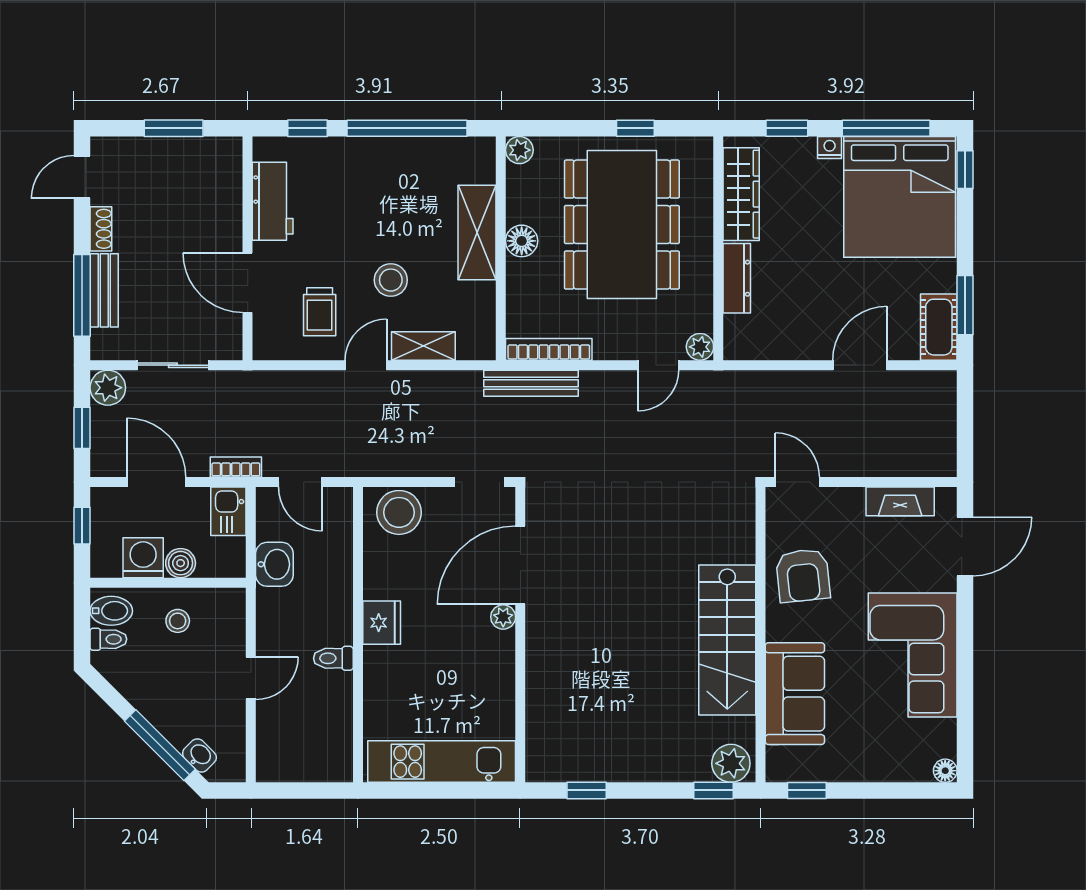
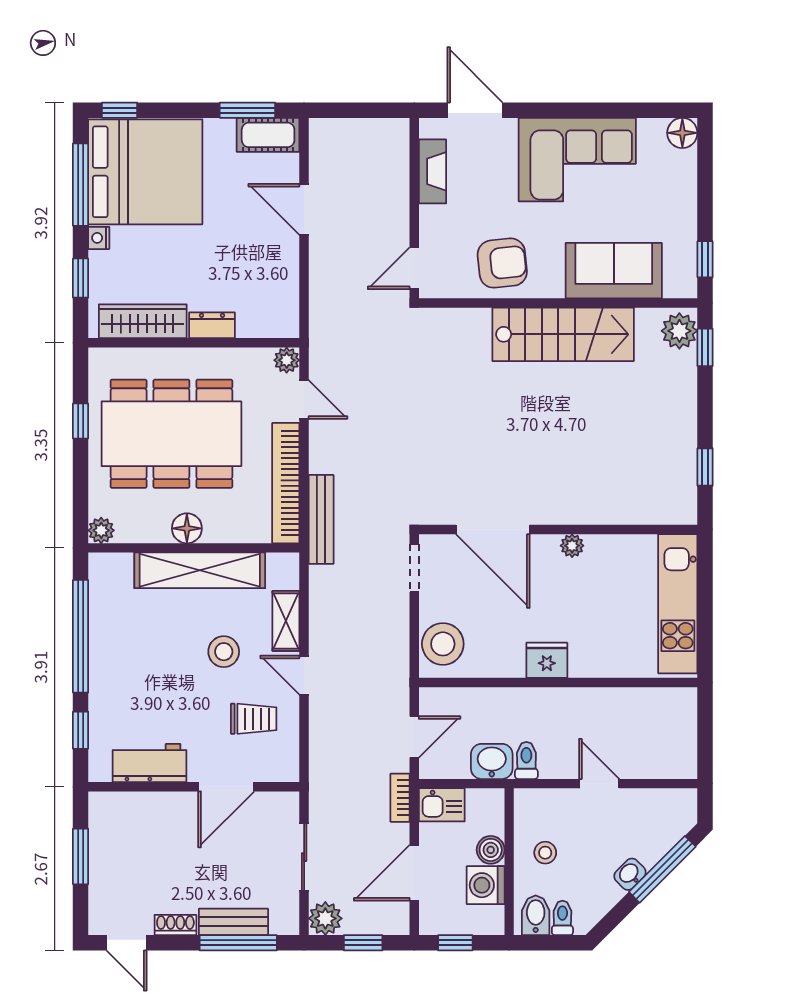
shelving: (477, 232) -> (200, 570), width x1.47
dresser: (737, 278) -> (212, 325), width x0.70
bookcase: (549, 349) -> (286, 483), width x1.48, depth x1.31
plant: (503, 617) -> (572, 546), moved
toilet: (333, 658) -> (526, 760), moved, turned 180
washbasin: (199, 755) -> (630, 874), moved
floor lamp: (945, 771) -> (682, 133), width x1.37, depth x1.37

